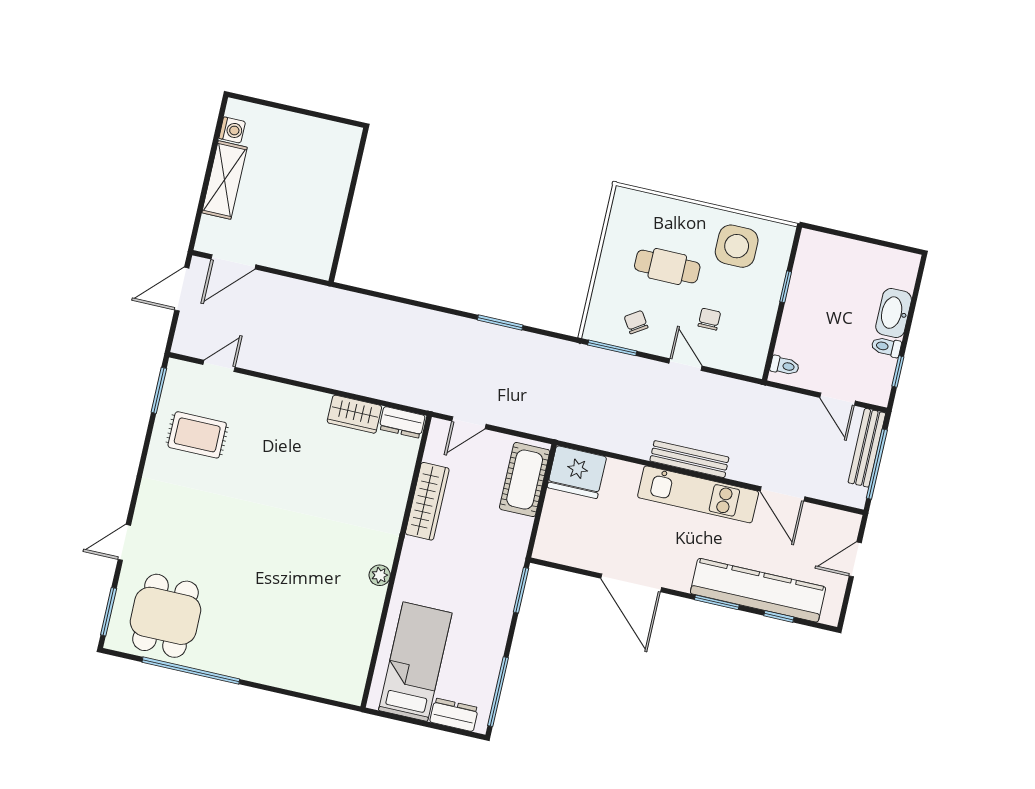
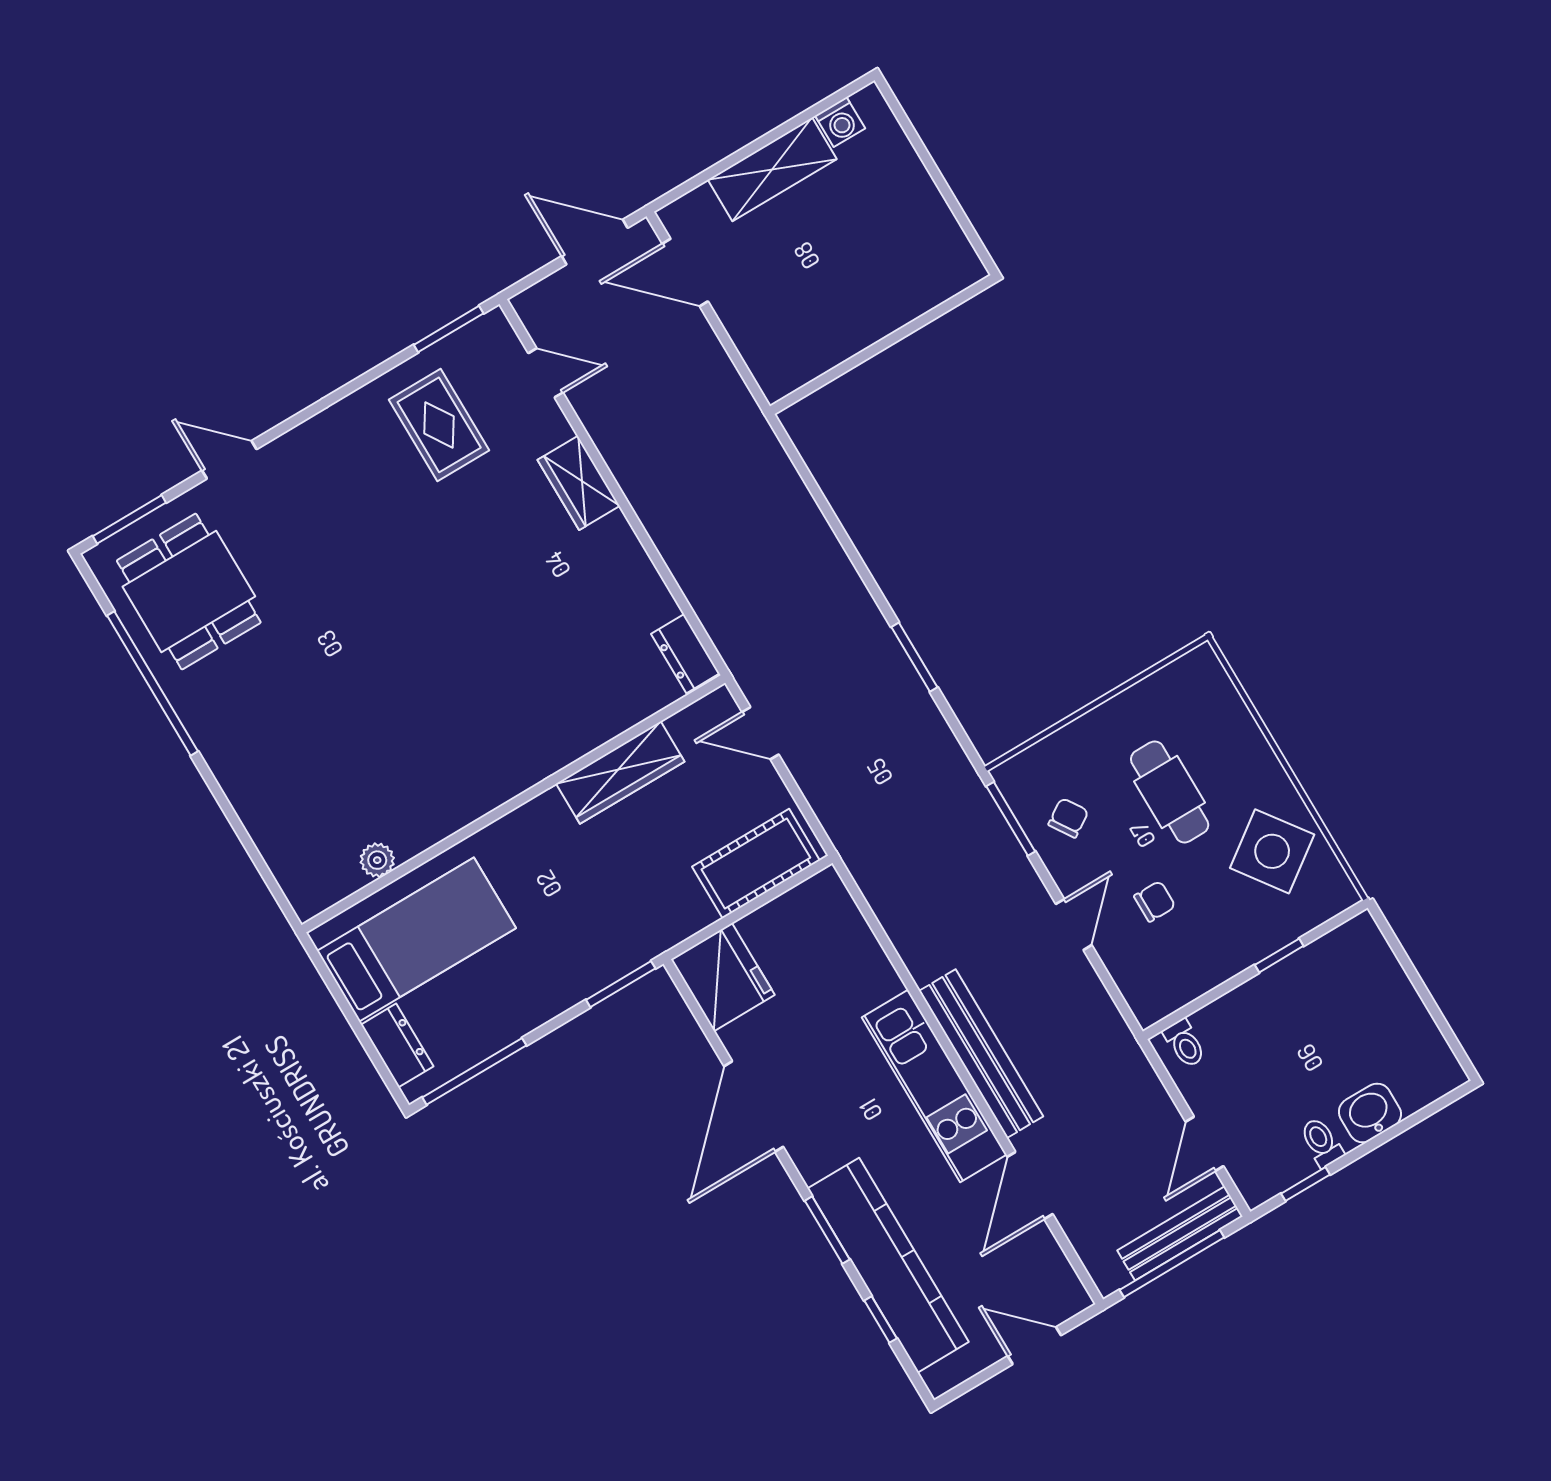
side table: (737, 246) -> (1272, 851), turned -36
washbasin: (894, 313) -> (1370, 1113), width x0.72
wardrobe: (354, 414) -> (579, 483), moved
bench: (689, 459) -> (981, 1054), width x1.37, depth x1.21
fridge: (577, 472) -> (723, 977), moved, turned 180
plant: (380, 575) -> (377, 860), moved
dining table: (165, 616) -> (189, 592), turned 90

